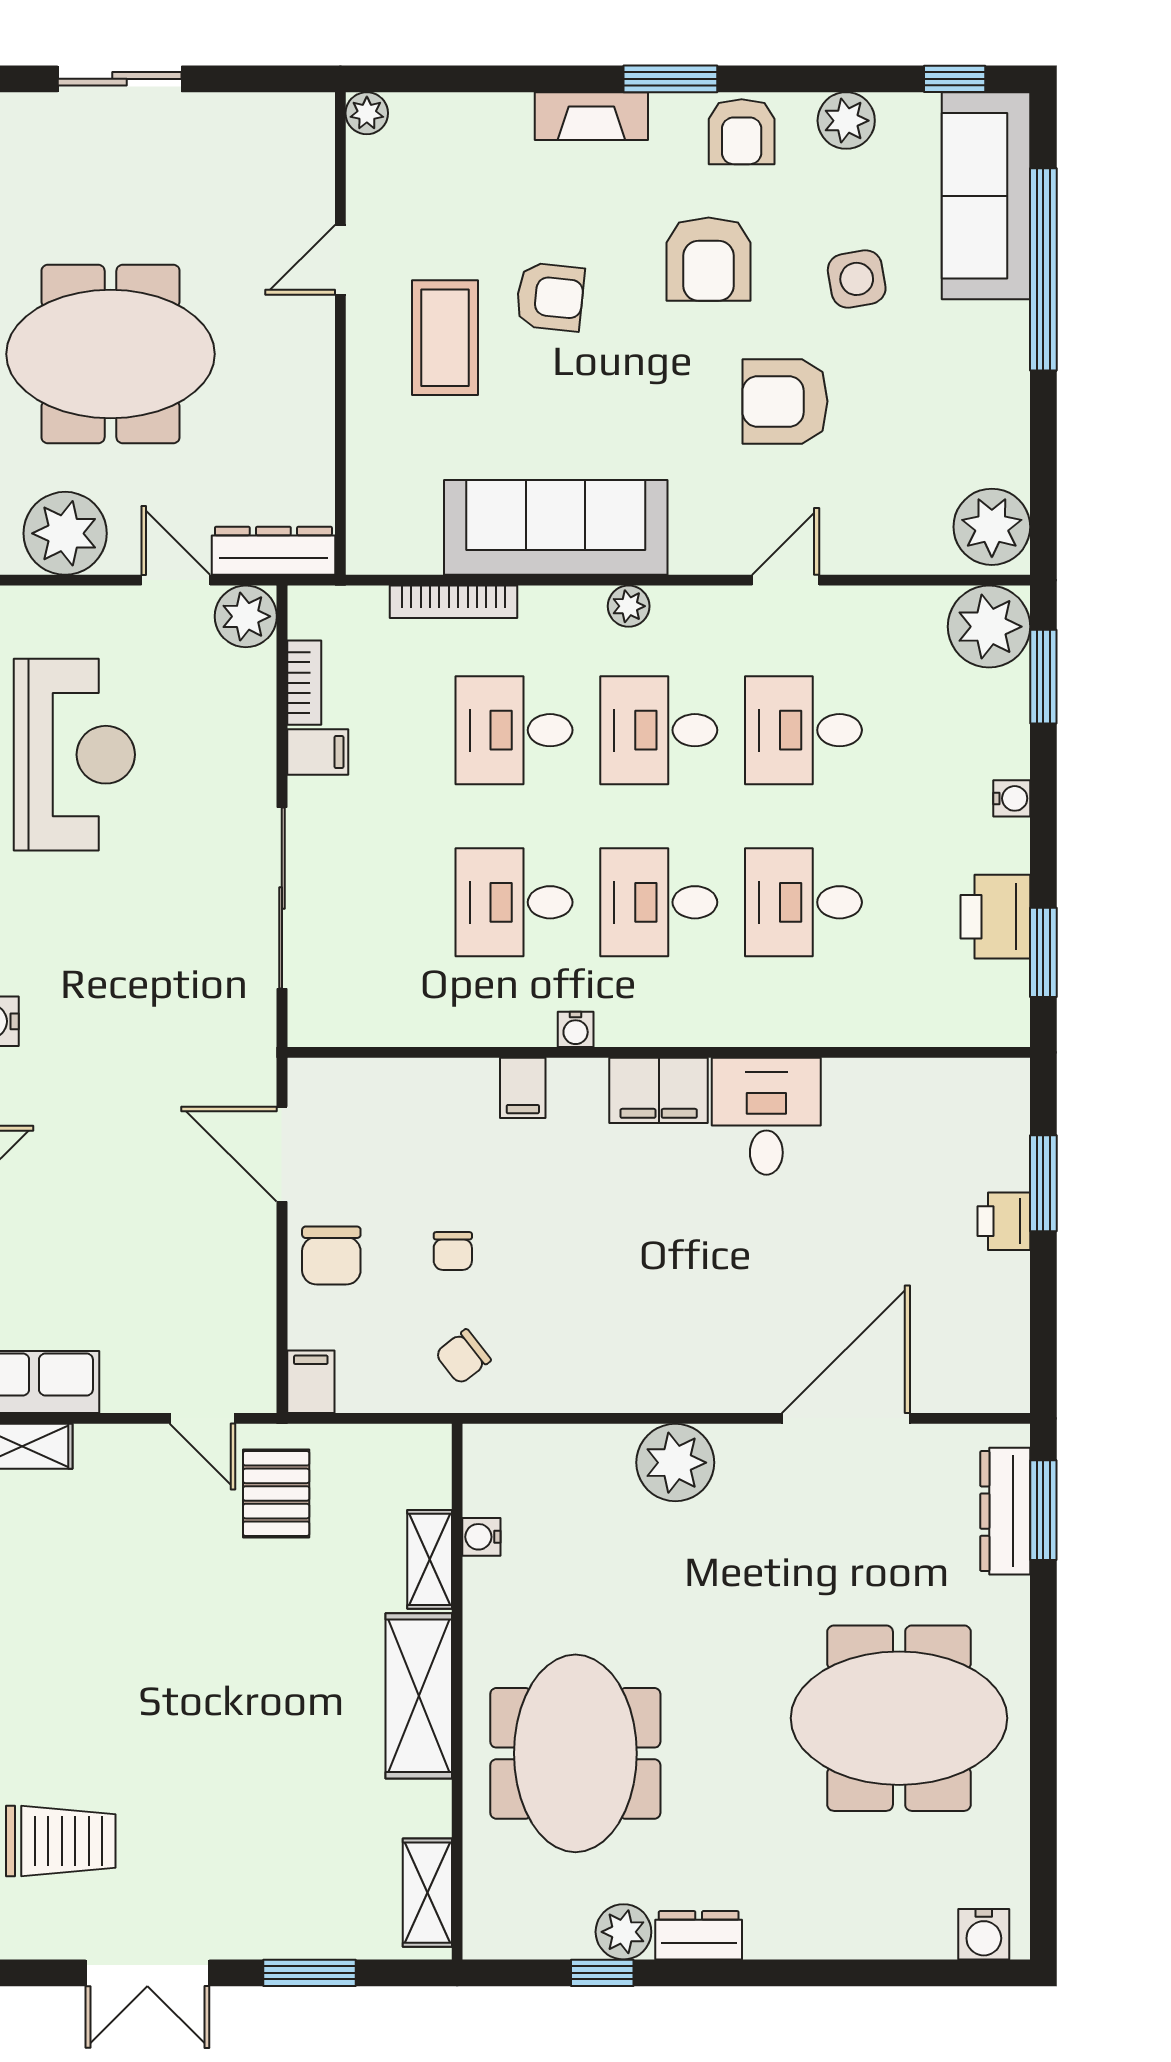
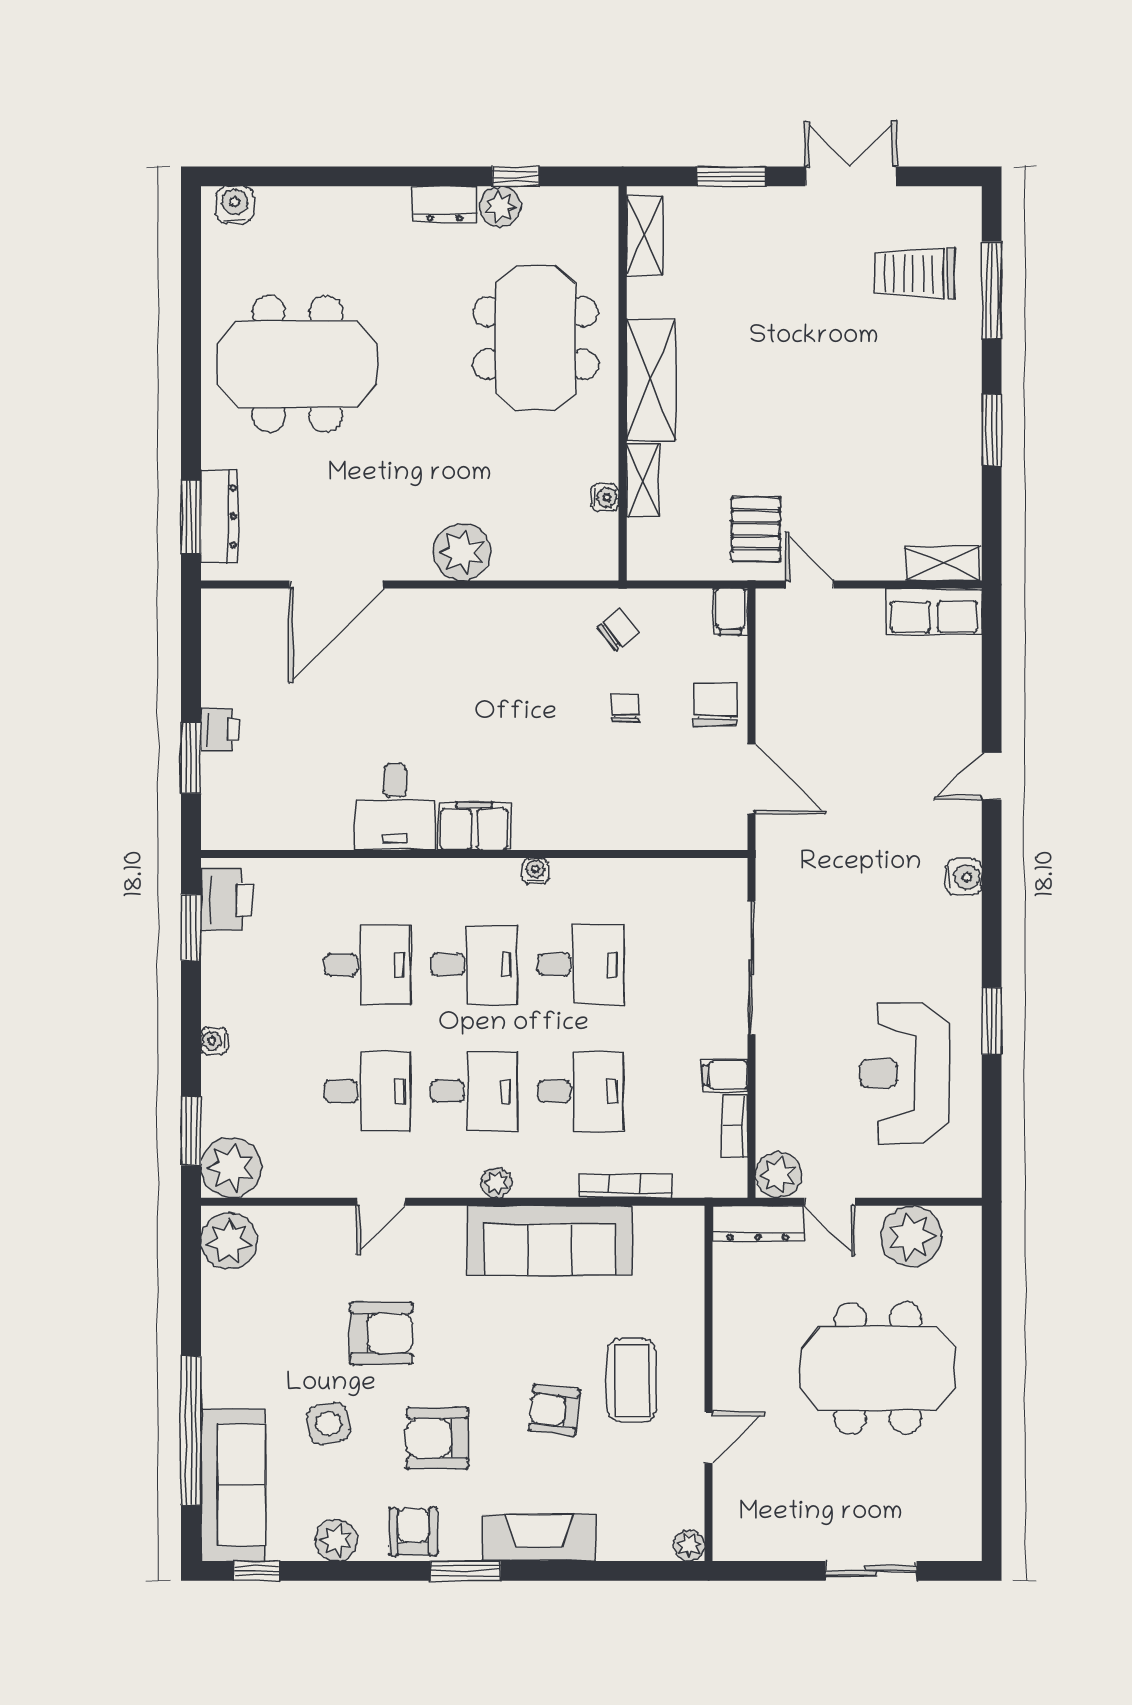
fireplace: (591, 116) -> (539, 1538), width x1.37, depth x1.32
armchair: (709, 259) -> (437, 1438), turned -90
printer: (995, 917) -> (226, 899), moved
filing cabinet: (523, 1088) -> (574, 828), removed

